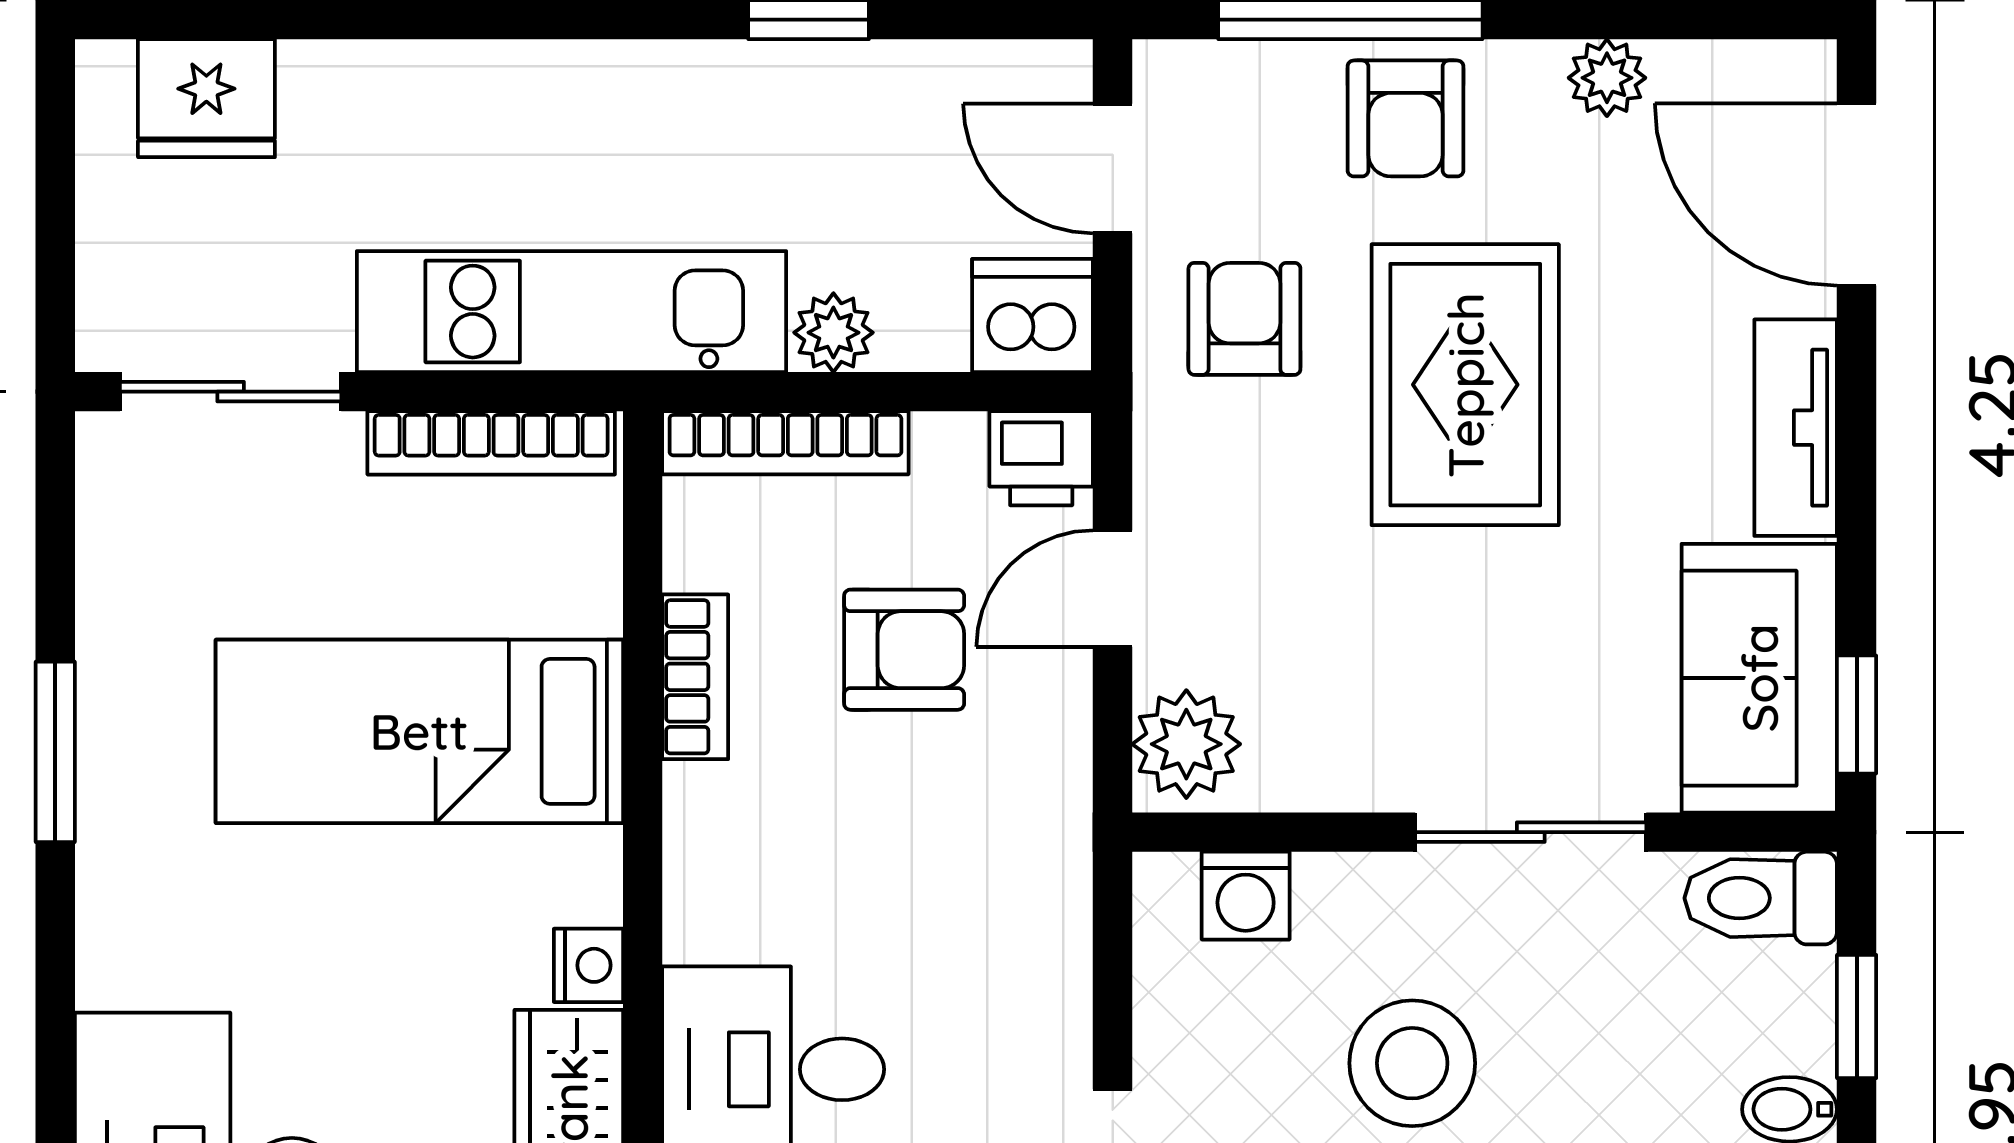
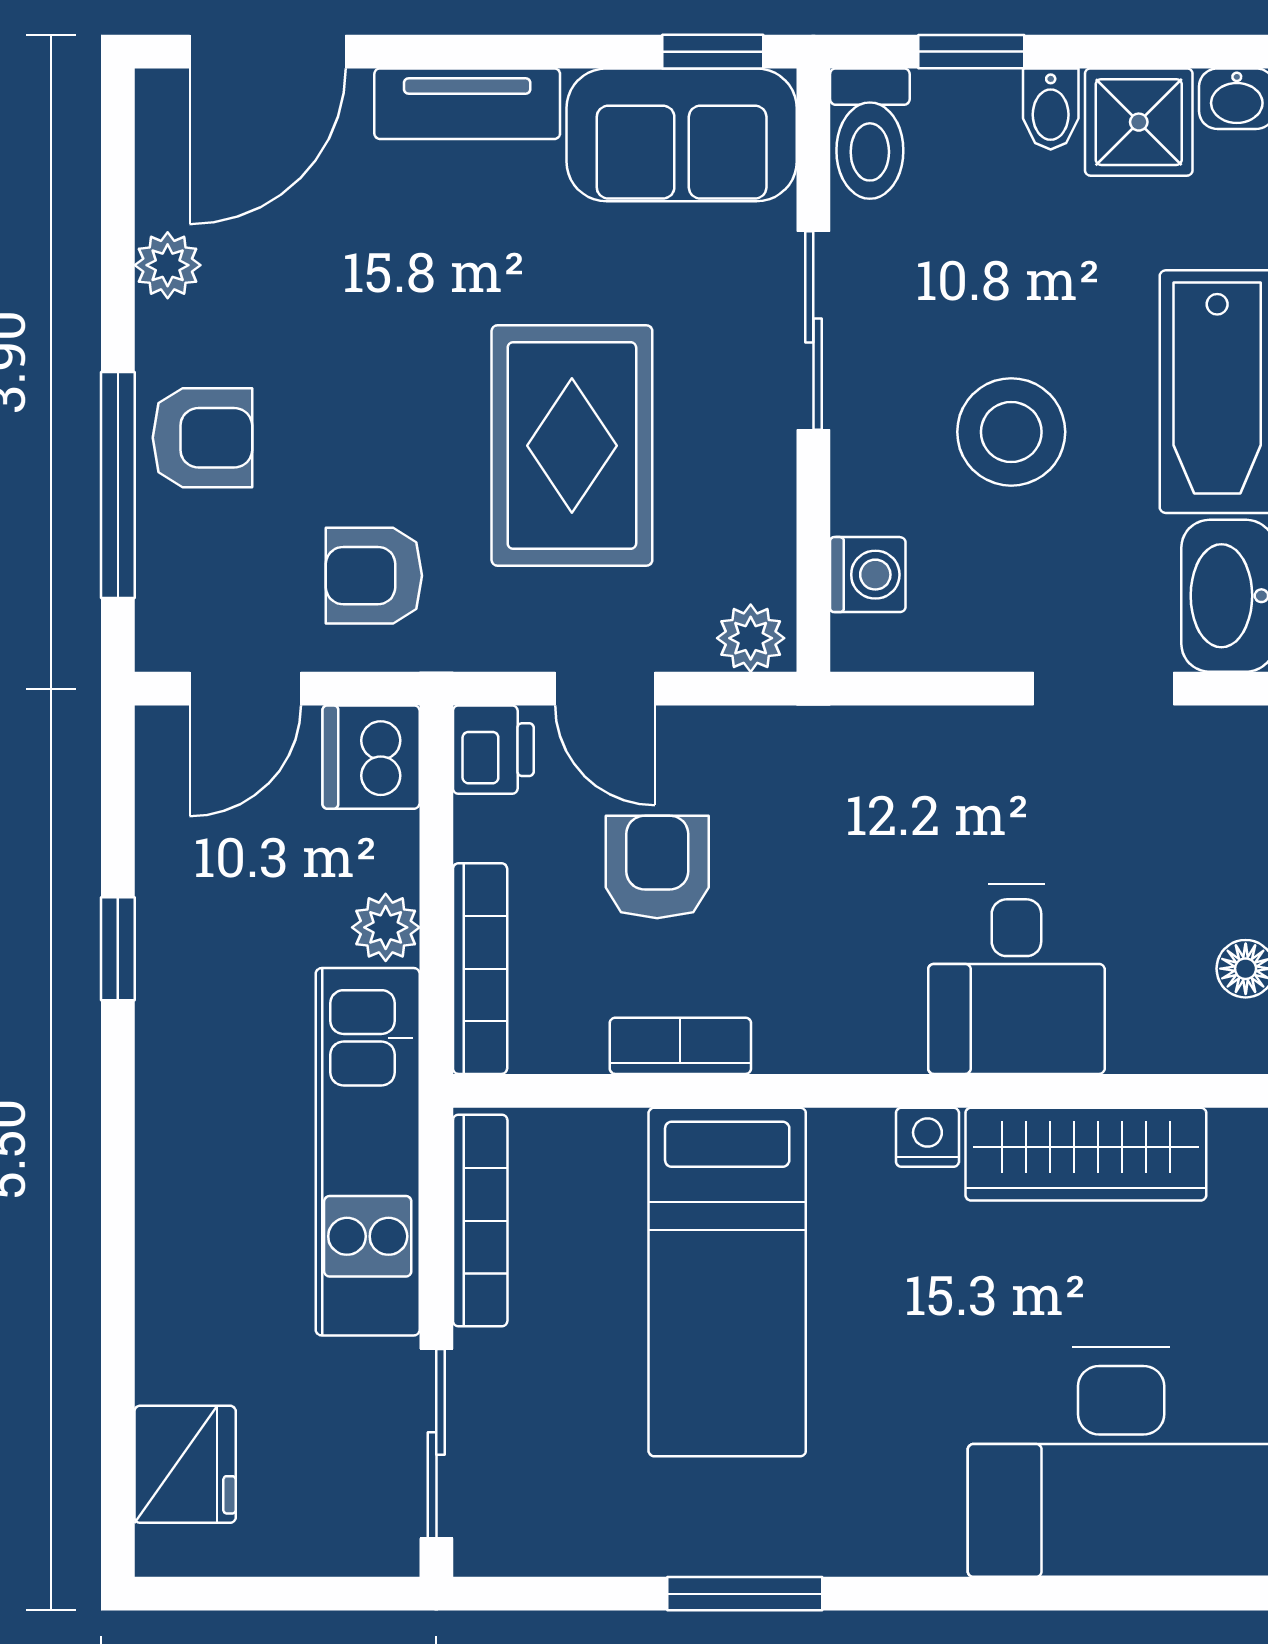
rug: (1465, 385) -> (572, 446), moved, turned 90
plant: (1186, 744) -> (751, 638), width x0.73, depth x0.73

